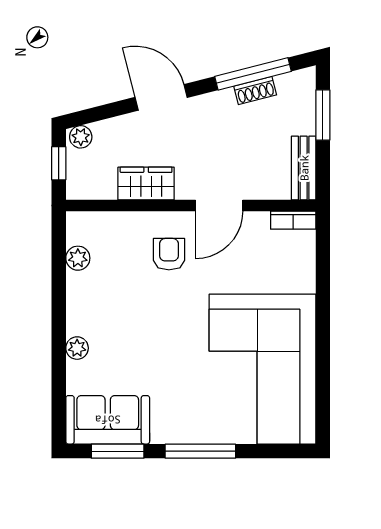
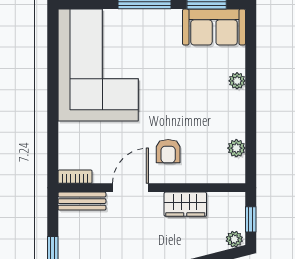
bench: (304, 168) -> (82, 201), moved, turned 90

